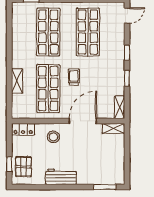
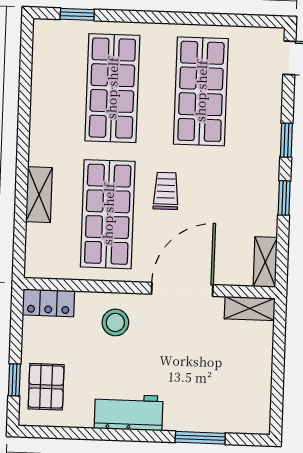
window: (105, 187) -> (200, 438), moved

